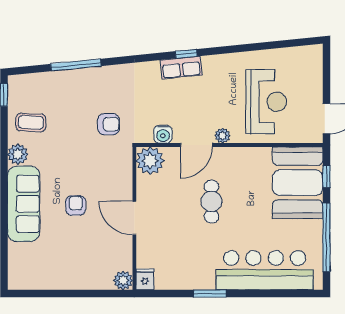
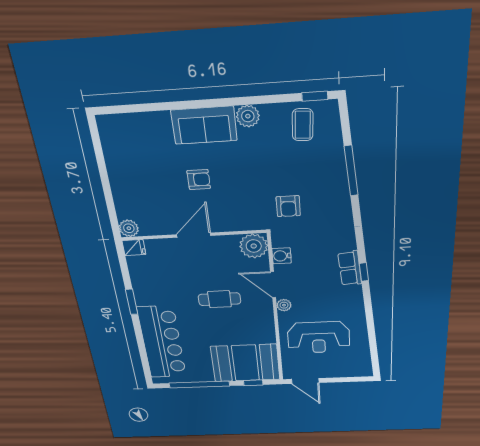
coffee table: (31, 122) -> (303, 125), moved
sofa: (24, 204) -> (204, 125), width x0.73

